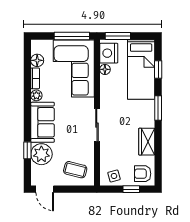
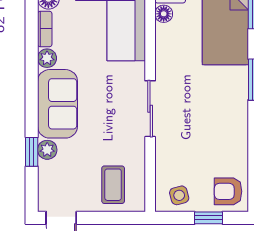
wardrobe: (147, 142) -> (235, 137), removed
plant: (41, 154) -> (47, 150), width x0.53, depth x0.53
coffee table: (75, 170) -> (113, 185), turned 76

